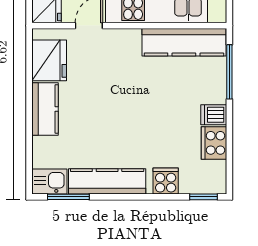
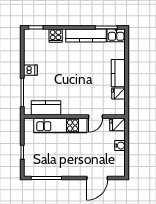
kitchen counter: (184, 42) -> (46, 108), width x0.67
fridge: (49, 60) -> (119, 94), width x0.53, depth x0.75
cooker: (214, 143) -> (30, 56), removed

